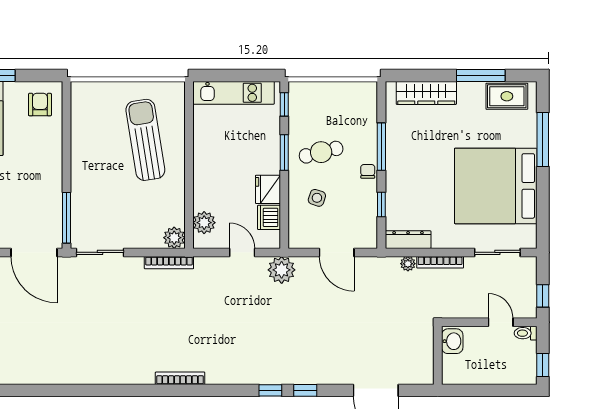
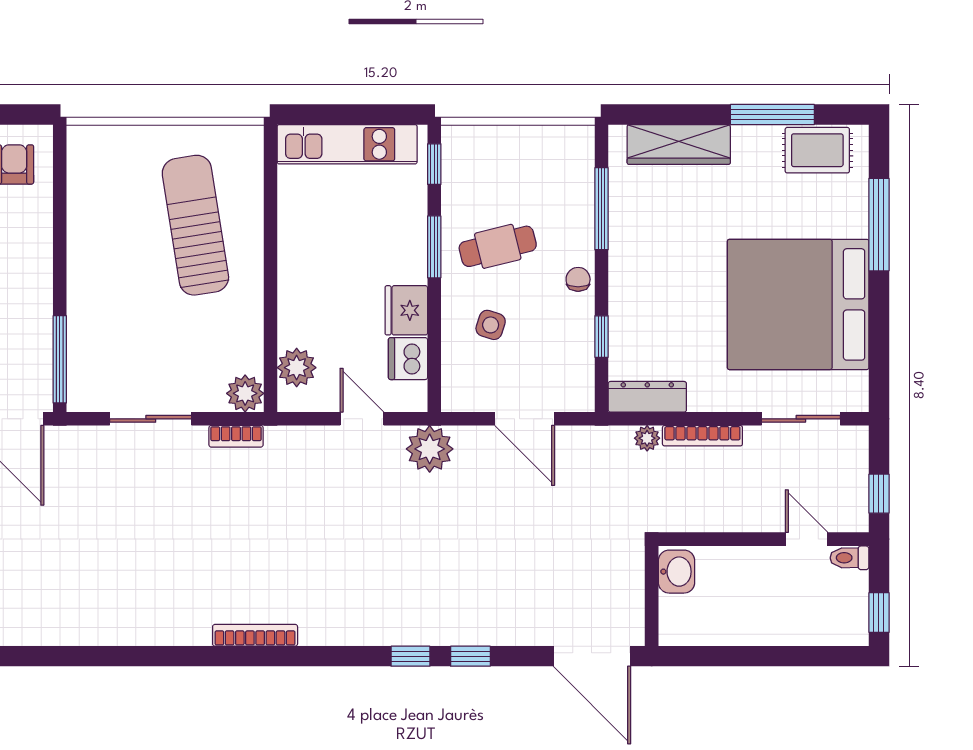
window: (381, 147) -> (601, 209), moved
sliding door: (100, 252) -> (151, 419), moved
bookcase: (169, 263) -> (236, 436), width x0.64
washbasin: (452, 341) -> (677, 572), moved
wall: (438, 355) -> (652, 596), moved

